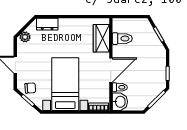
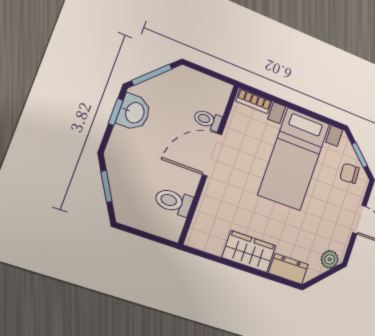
wardrobe: (101, 38) -> (249, 252), moved, turned -90
washbasin: (120, 102) -> (134, 112), moved, turned 180

